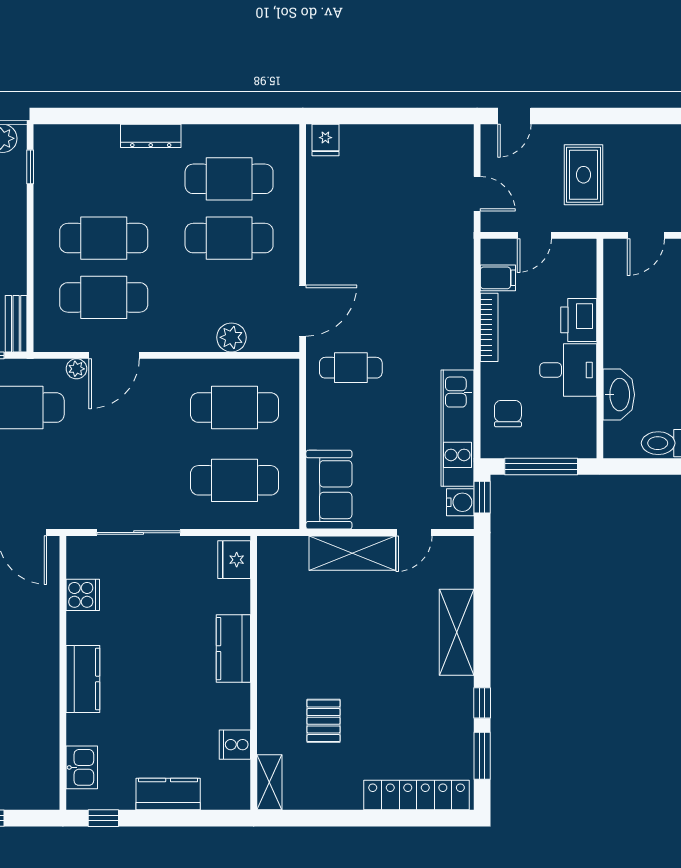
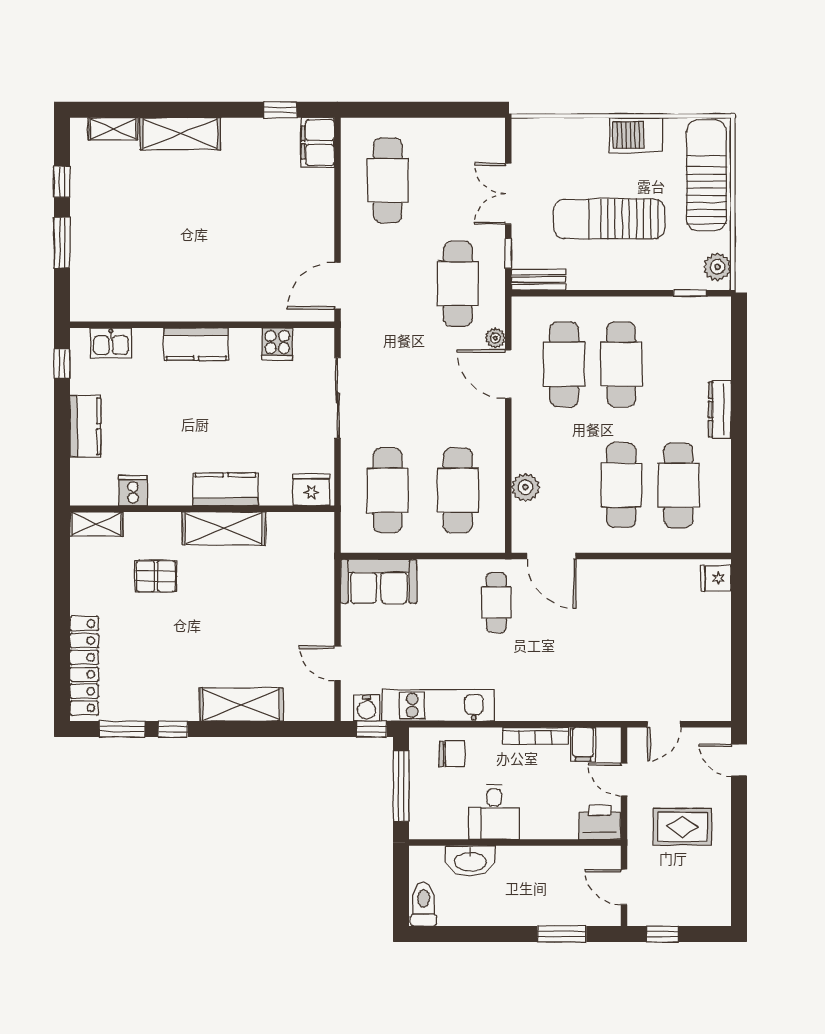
printer: (579, 320) -> (600, 822), moved
shelving: (352, 553) -> (224, 529), moved, turned 90

